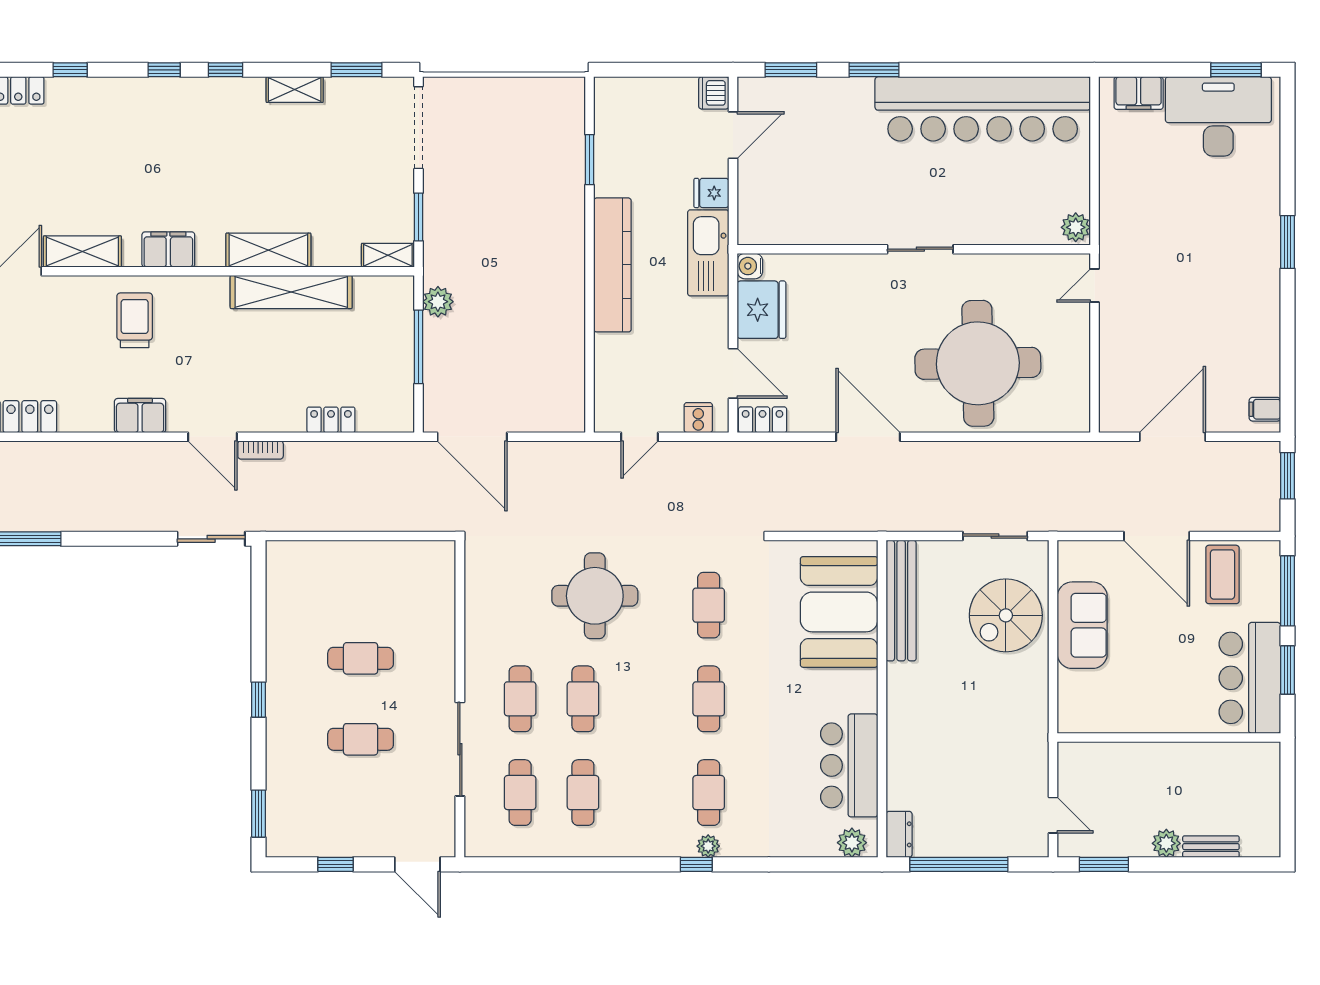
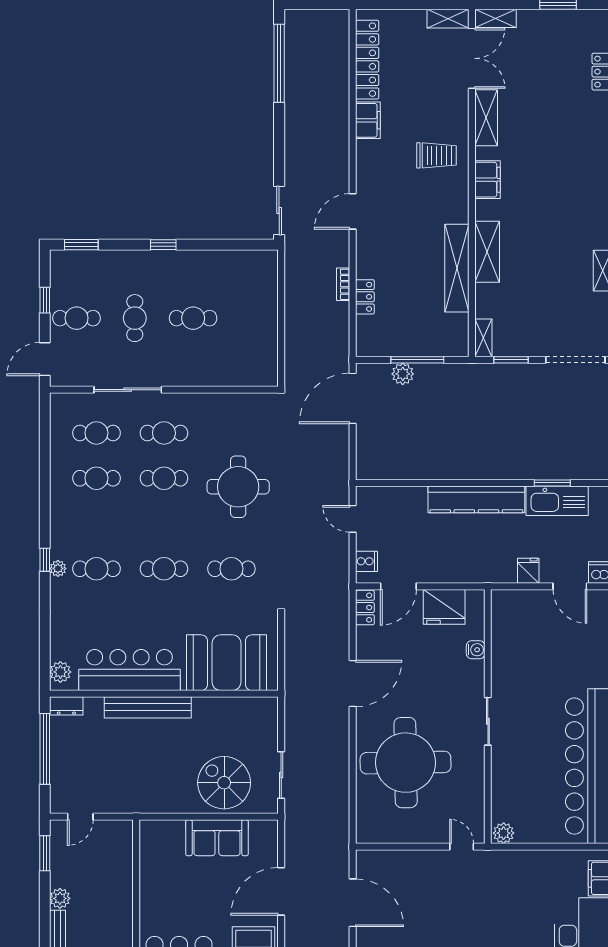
kitchen sink: (708, 253) -> (557, 501), moved, turned 180
water cooler: (750, 266) -> (476, 650), moved, turned 90
plant: (438, 302) -> (403, 374), moved
filing cabinet: (140, 416) -> (368, 120), moved
bookcase: (261, 450) -> (343, 284), moved
bench: (901, 601) -> (148, 707), moved
cafe table: (361, 658) -> (193, 318), turned 90
bar counter: (849, 765) -> (129, 670), width x1.36
cafe table: (361, 820) -> (77, 318), added

